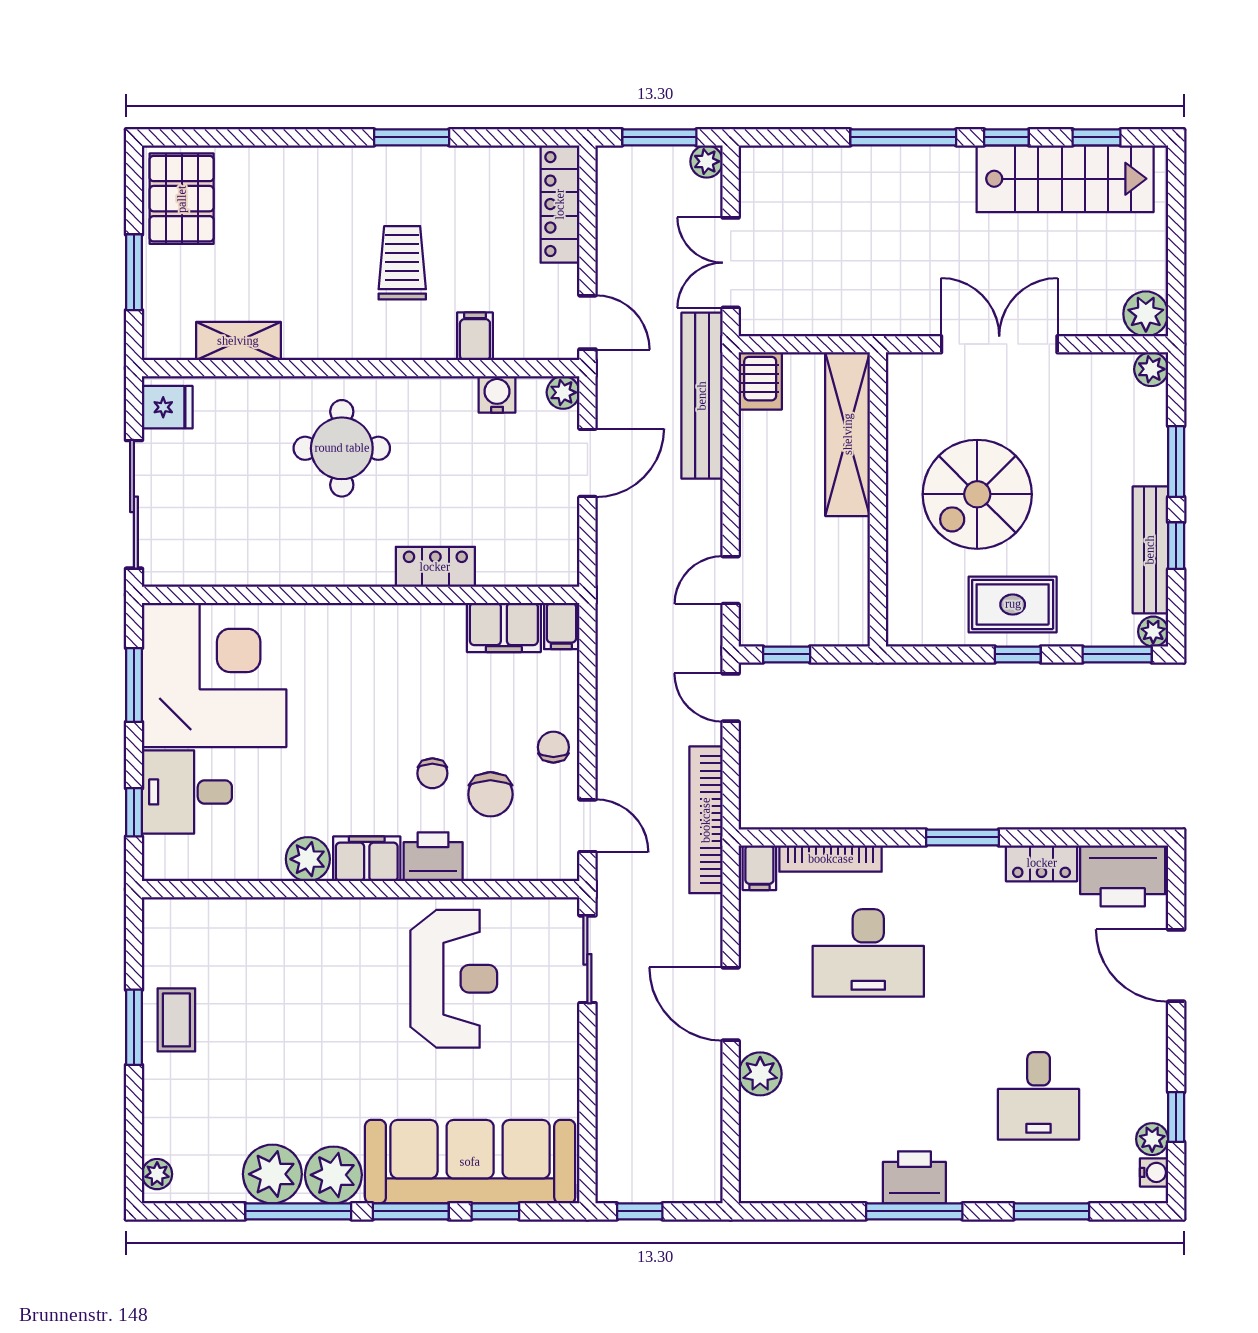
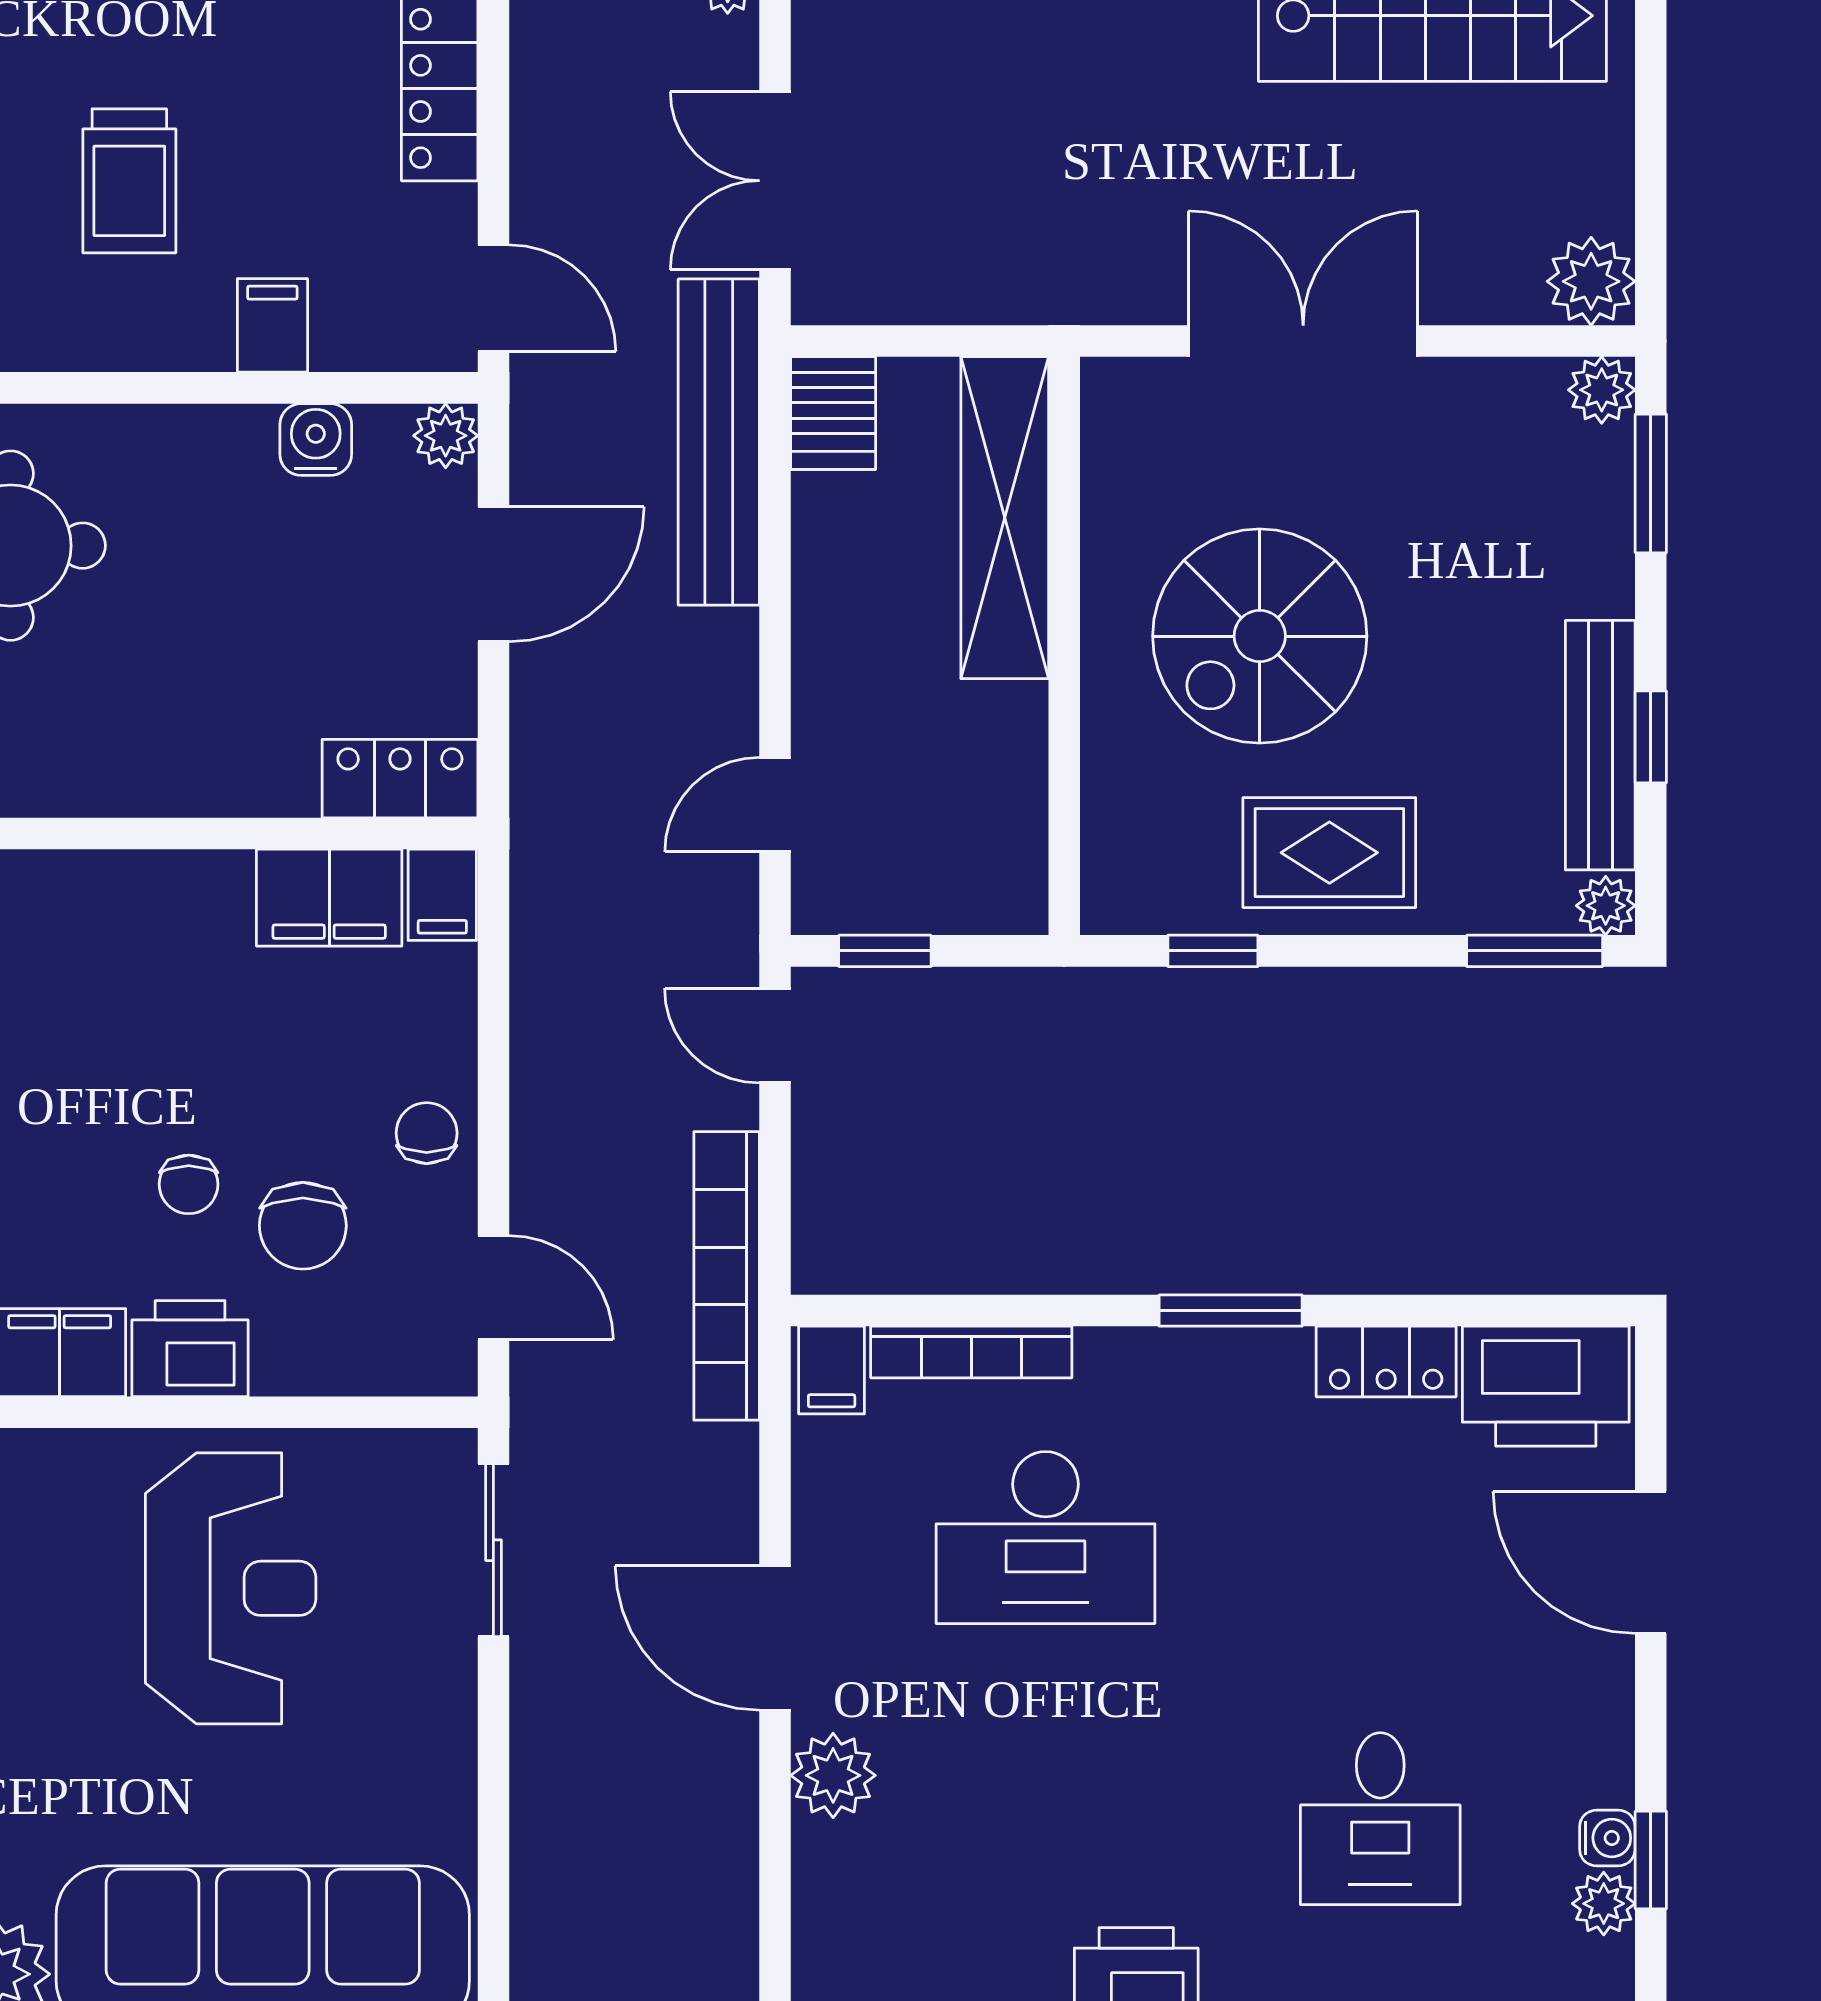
trolley: (402, 263) -> (129, 181), turned 180
window: (1176, 462) -> (1651, 483), moved
locker: (435, 567) -> (400, 779), moved
window: (1018, 654) -> (1213, 951), moved
water cooler: (1154, 1172) -> (1607, 1838), moved

